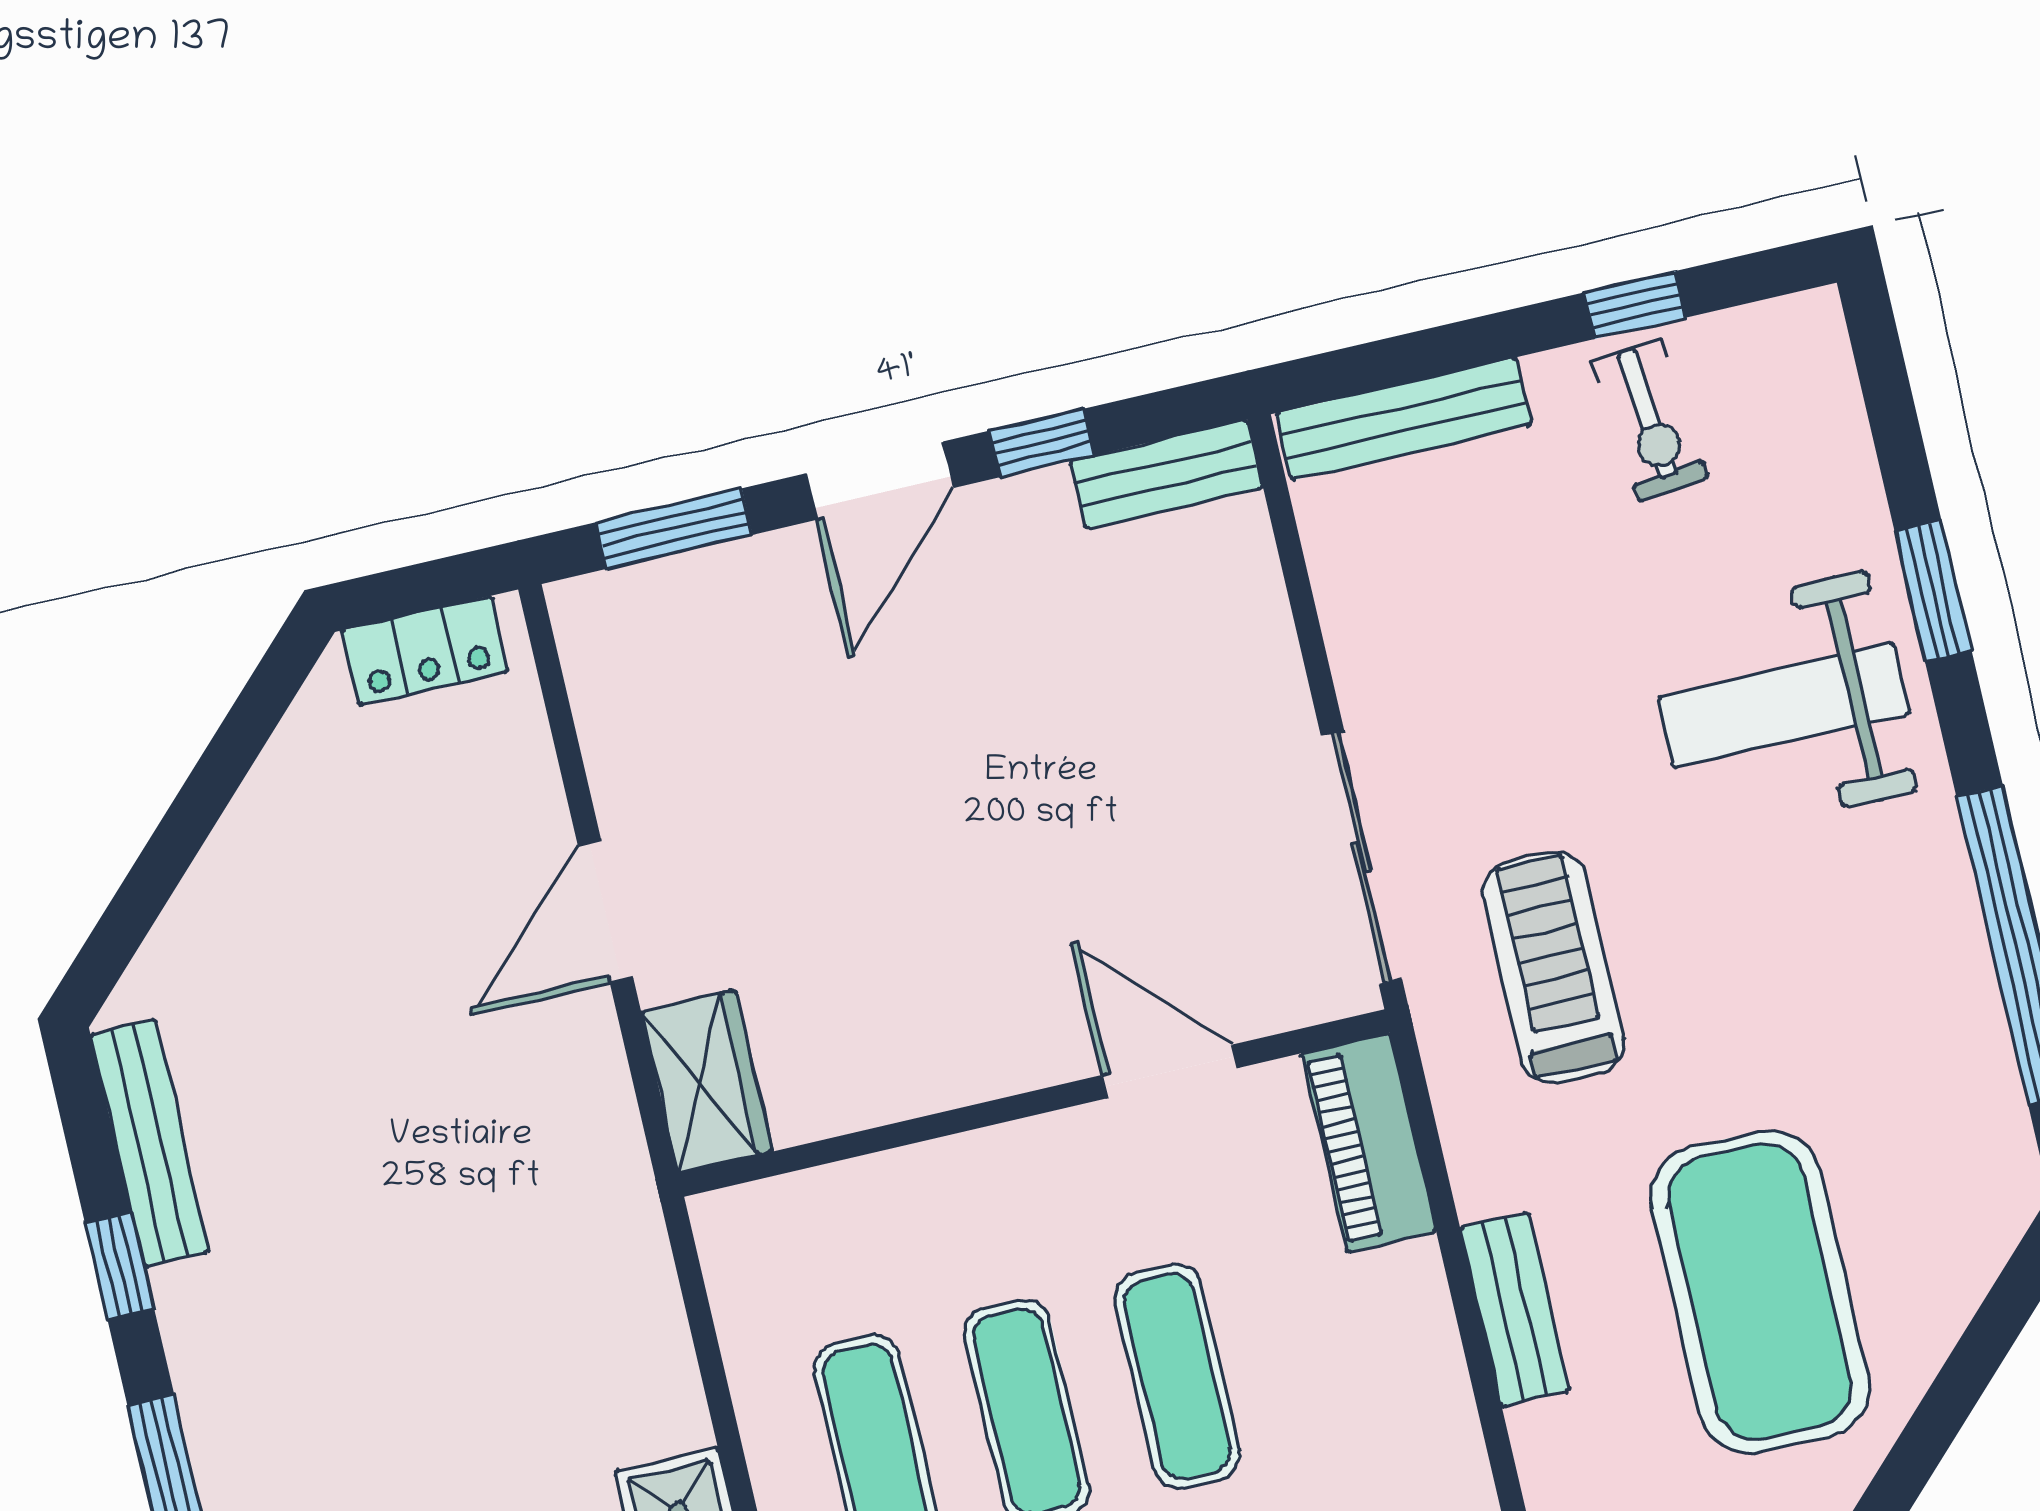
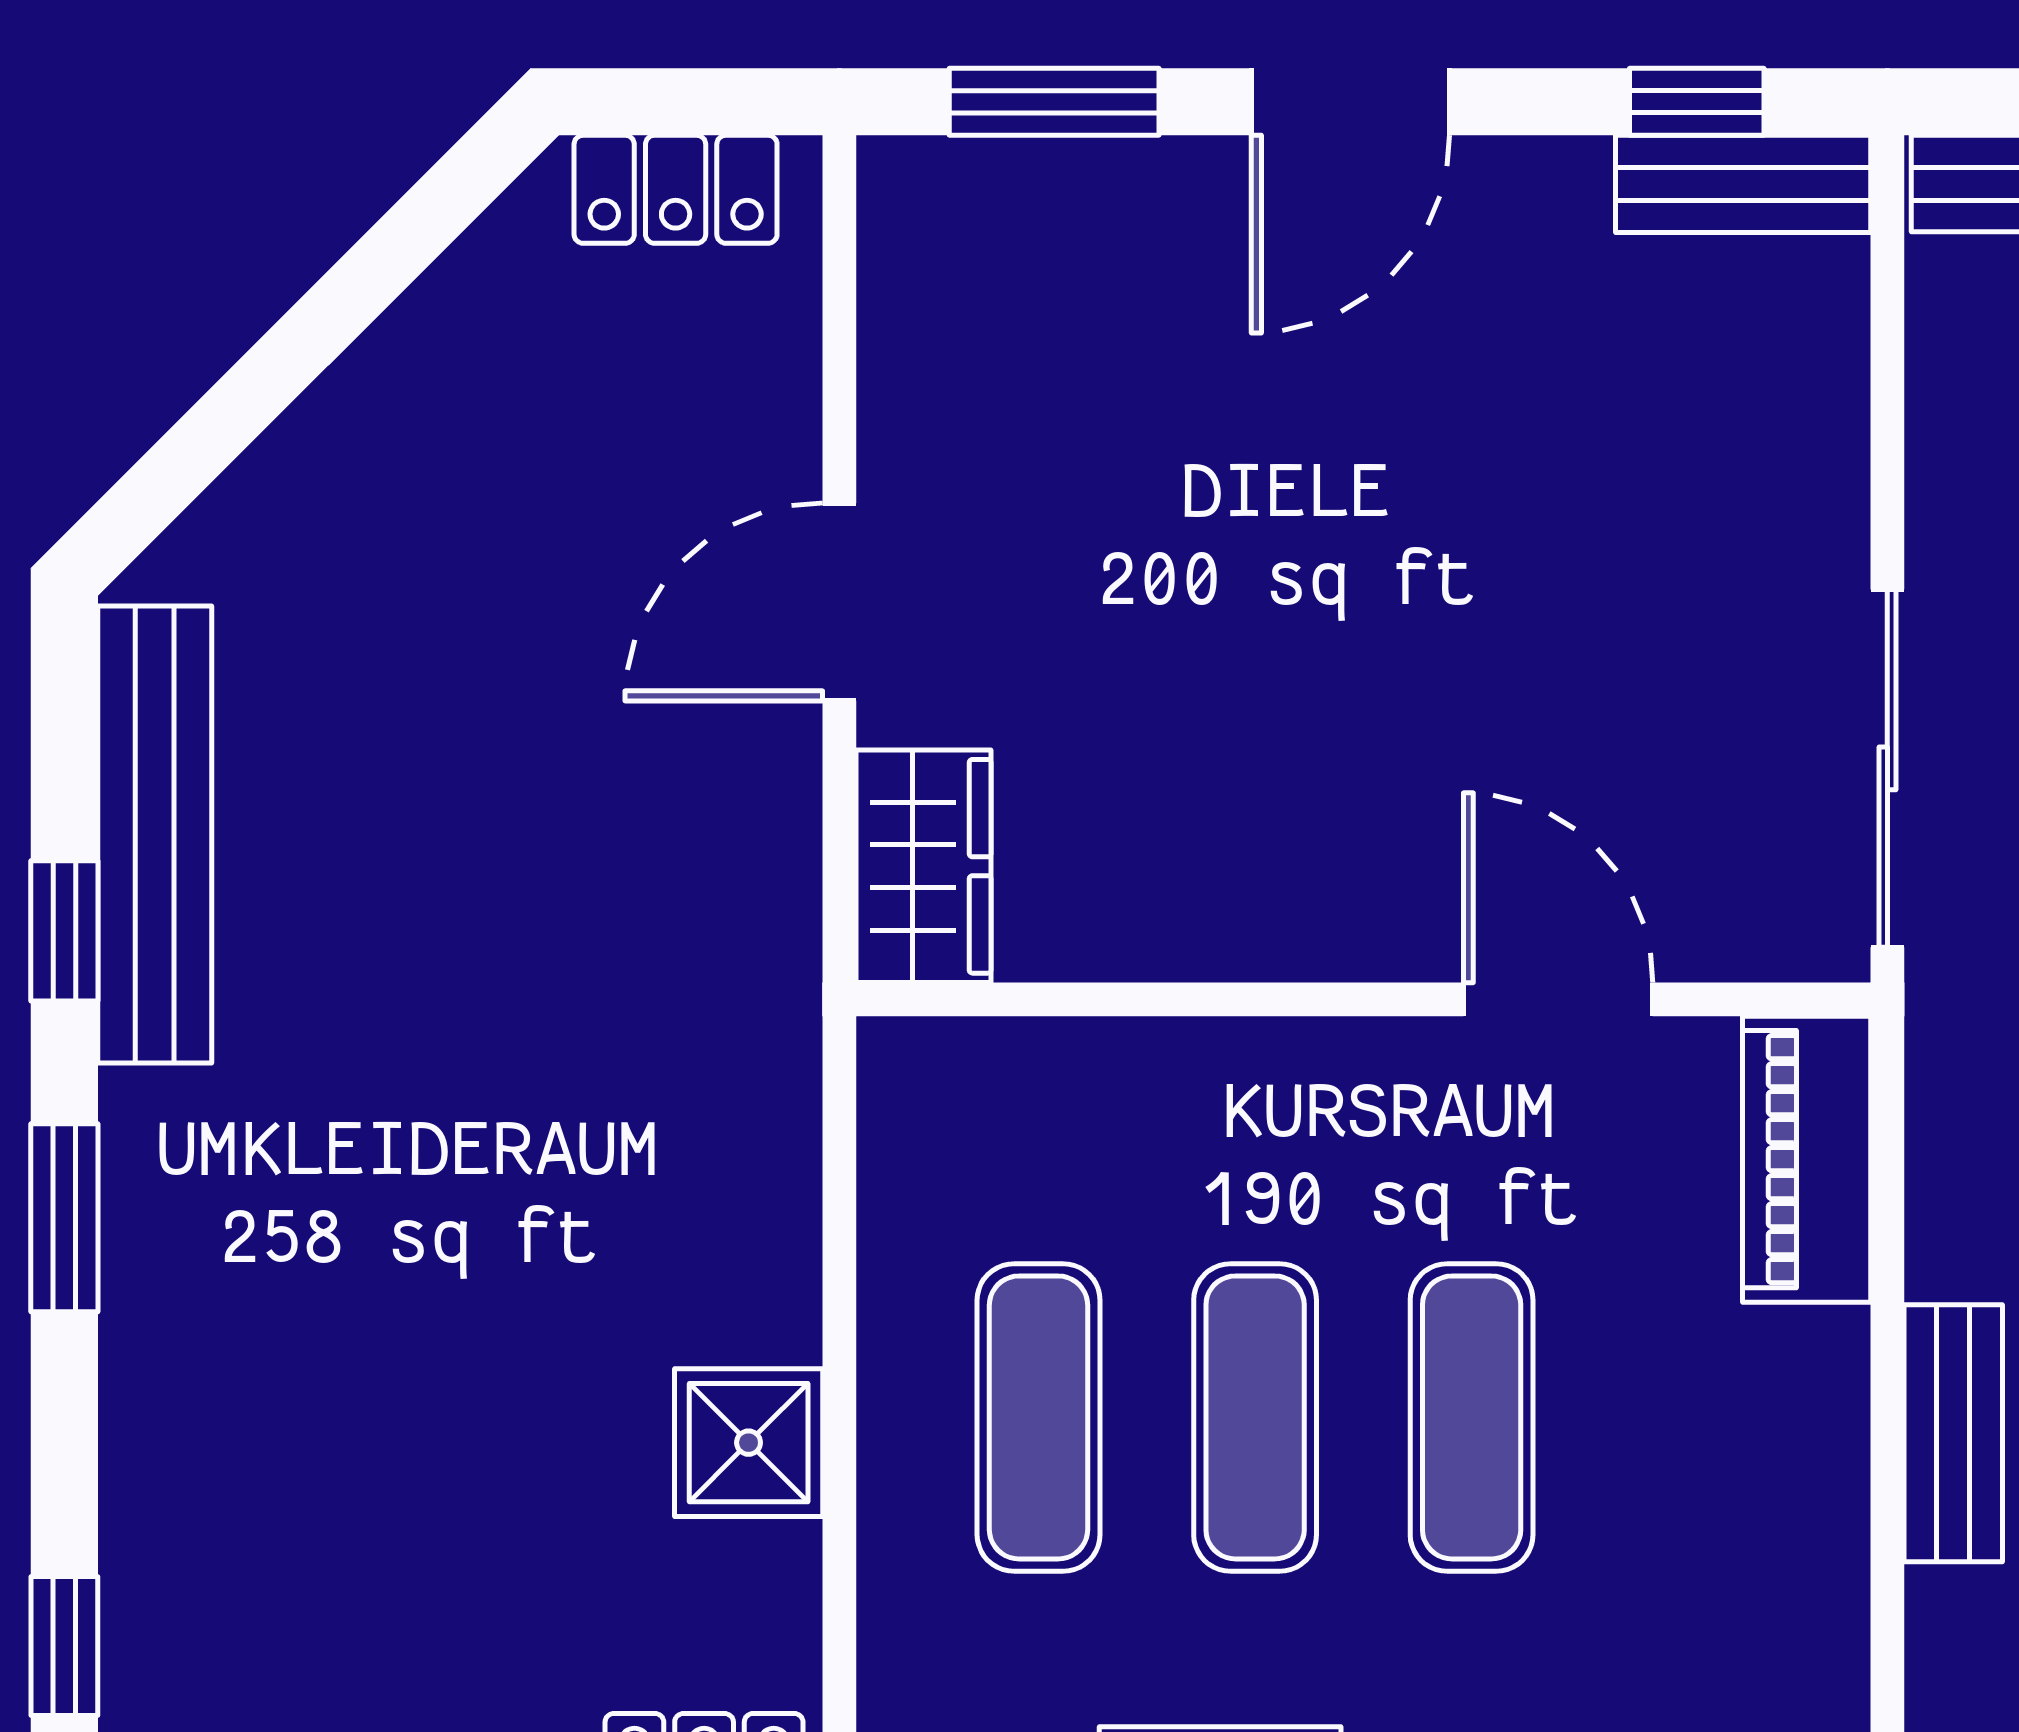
window: (1042, 443) -> (1697, 102), moved
bench: (150, 1143) -> (155, 834), width x1.37, depth x1.21

